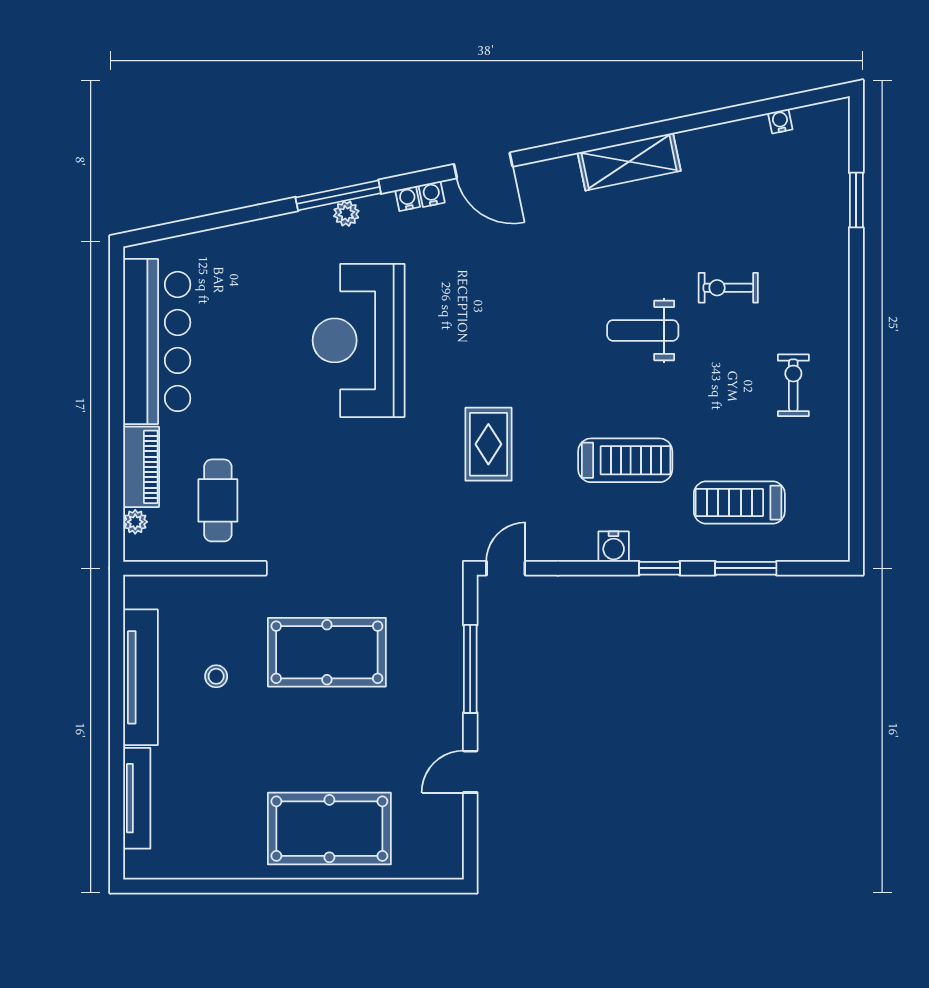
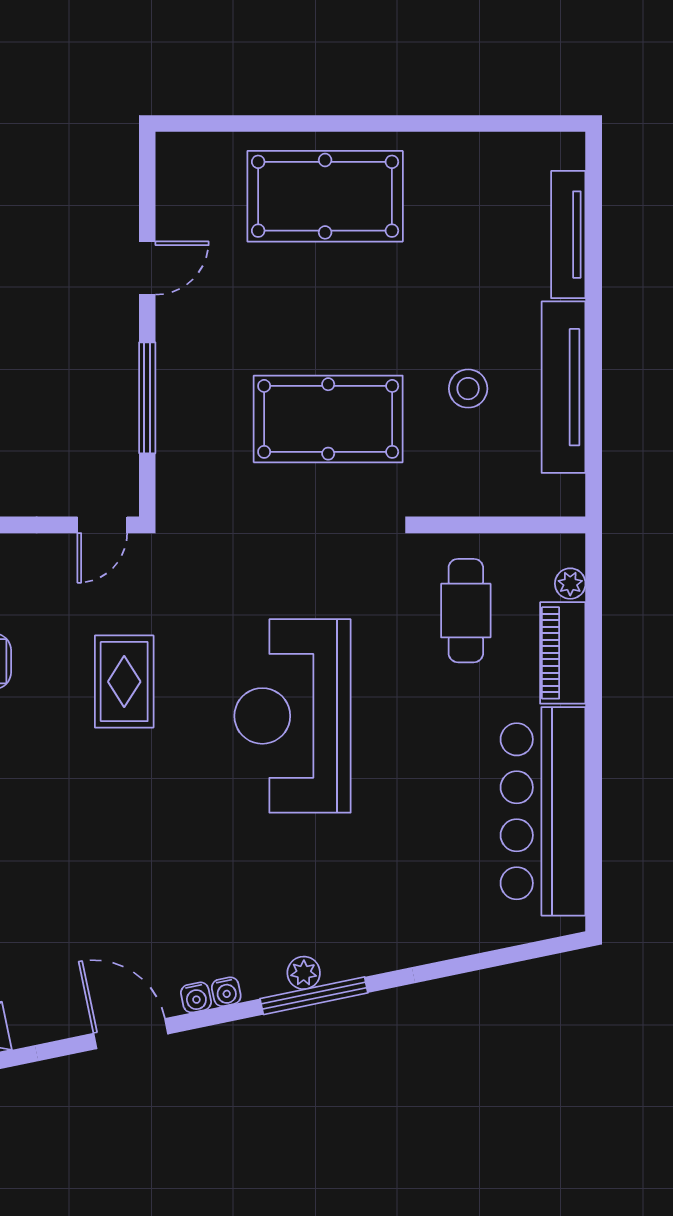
reception desk: (359, 340) -> (293, 716), moved, turned 180
stool: (216, 676) -> (468, 389), width x1.37, depth x1.37

